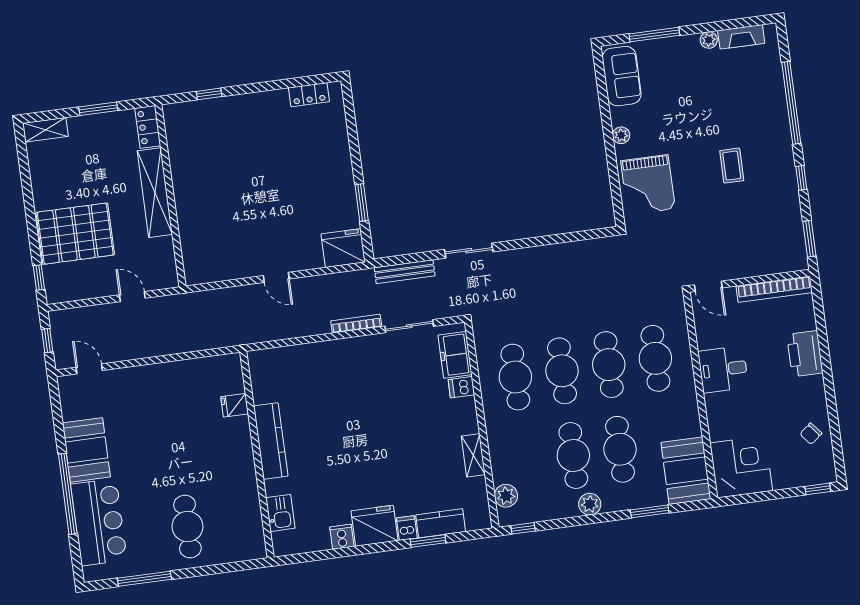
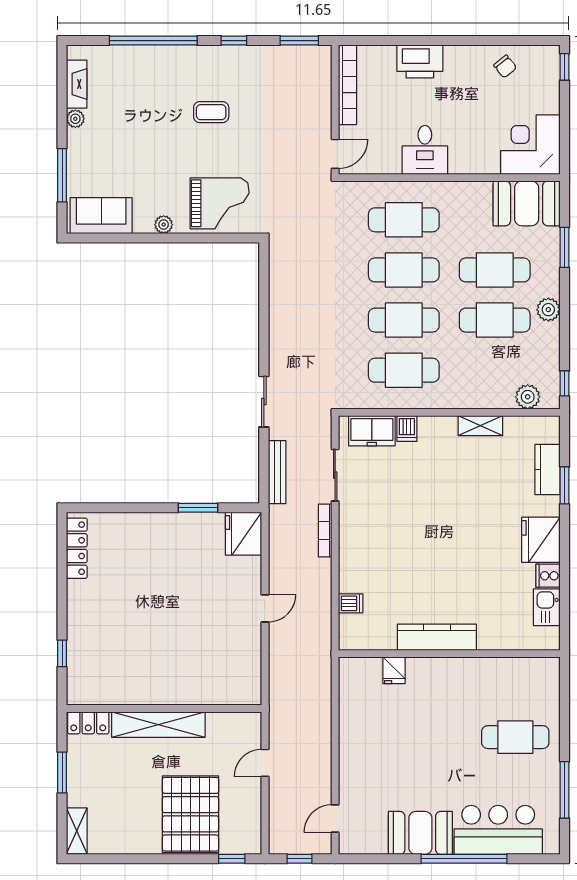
locker: (309, 95) -> (77, 548), width x1.53
kitchen sink: (280, 513) -> (547, 607), moved, turned -90
dishwasher: (407, 528) -> (351, 603), moved, turned 180

